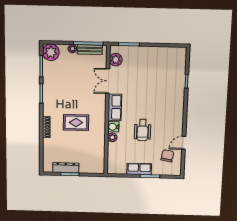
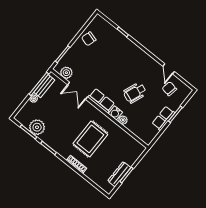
plant: (51, 52) -> (37, 127), moved
chair: (159, 57) -> (89, 39), added
rug: (76, 123) -> (90, 139), width x1.36, depth x1.43
wheelchair: (143, 130) -> (135, 93), turned 111

